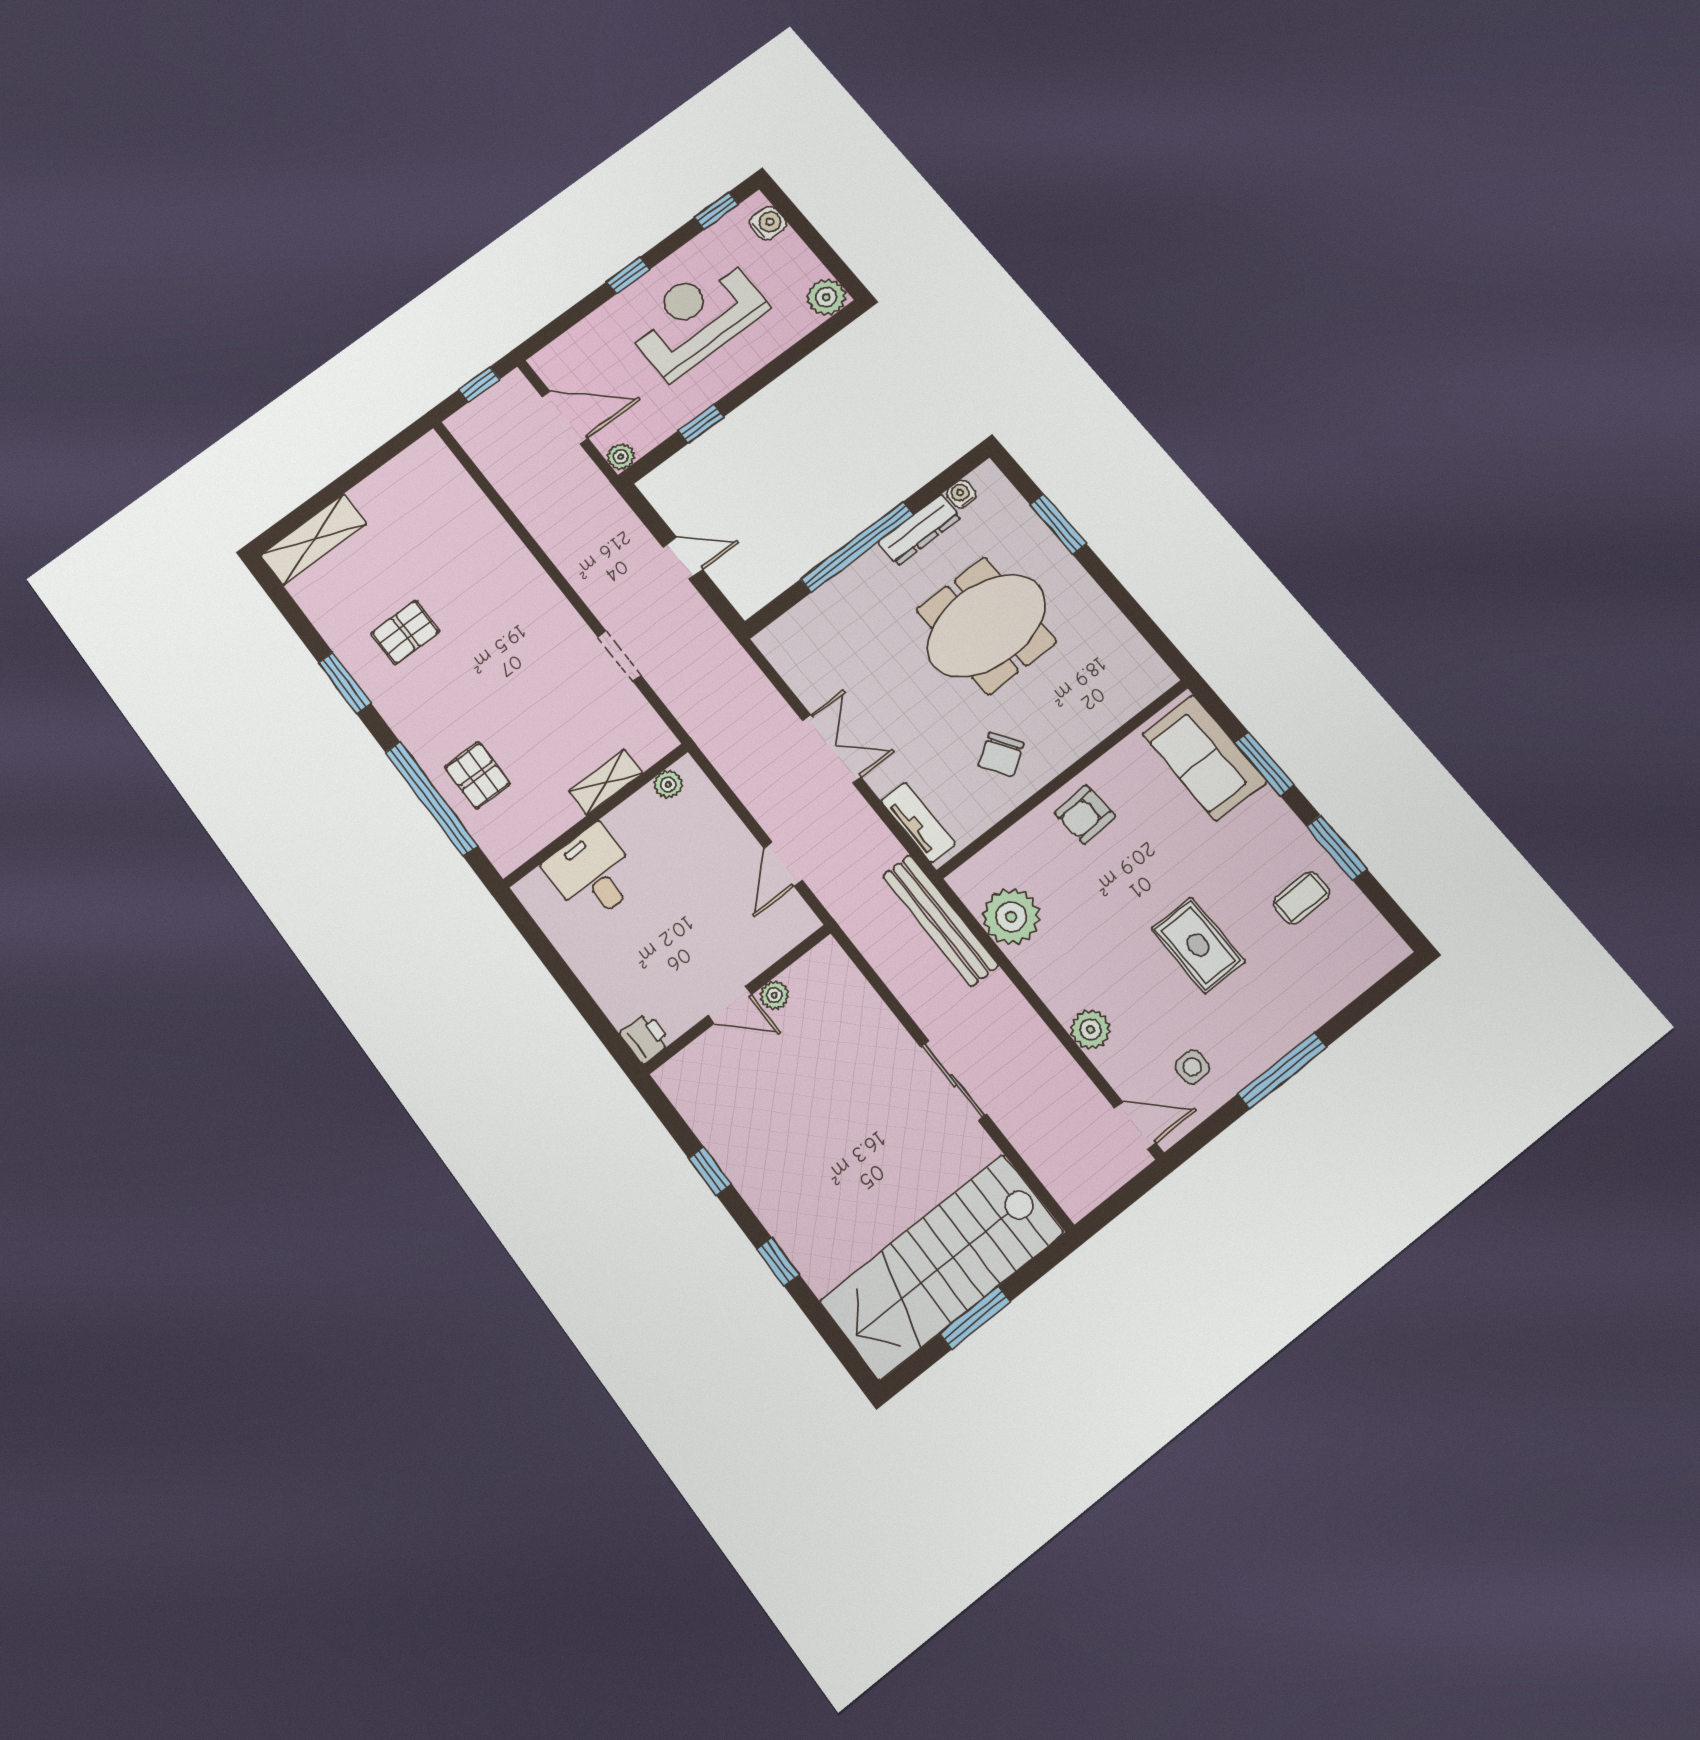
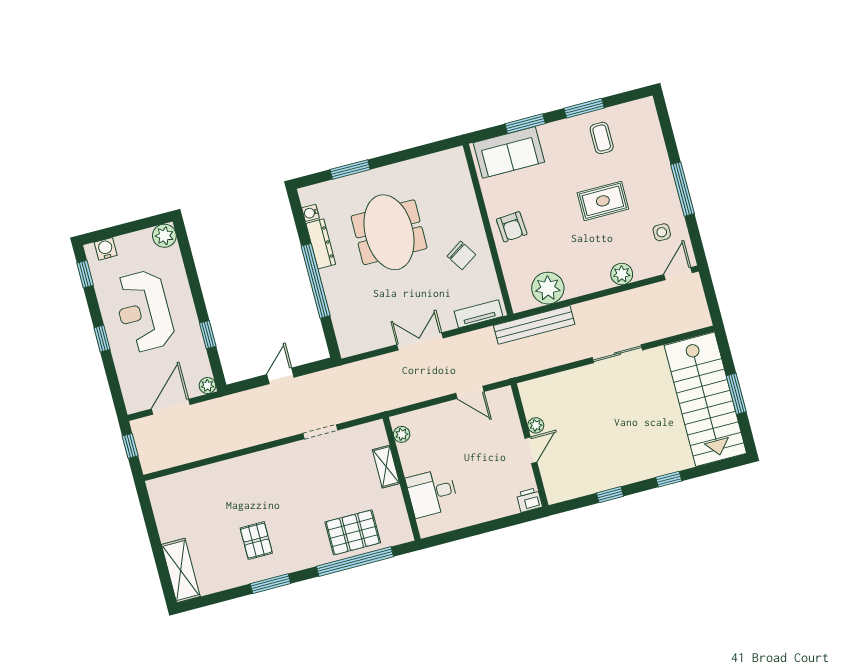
pallet: (477, 775) -> (353, 532), width x1.50, depth x1.42

